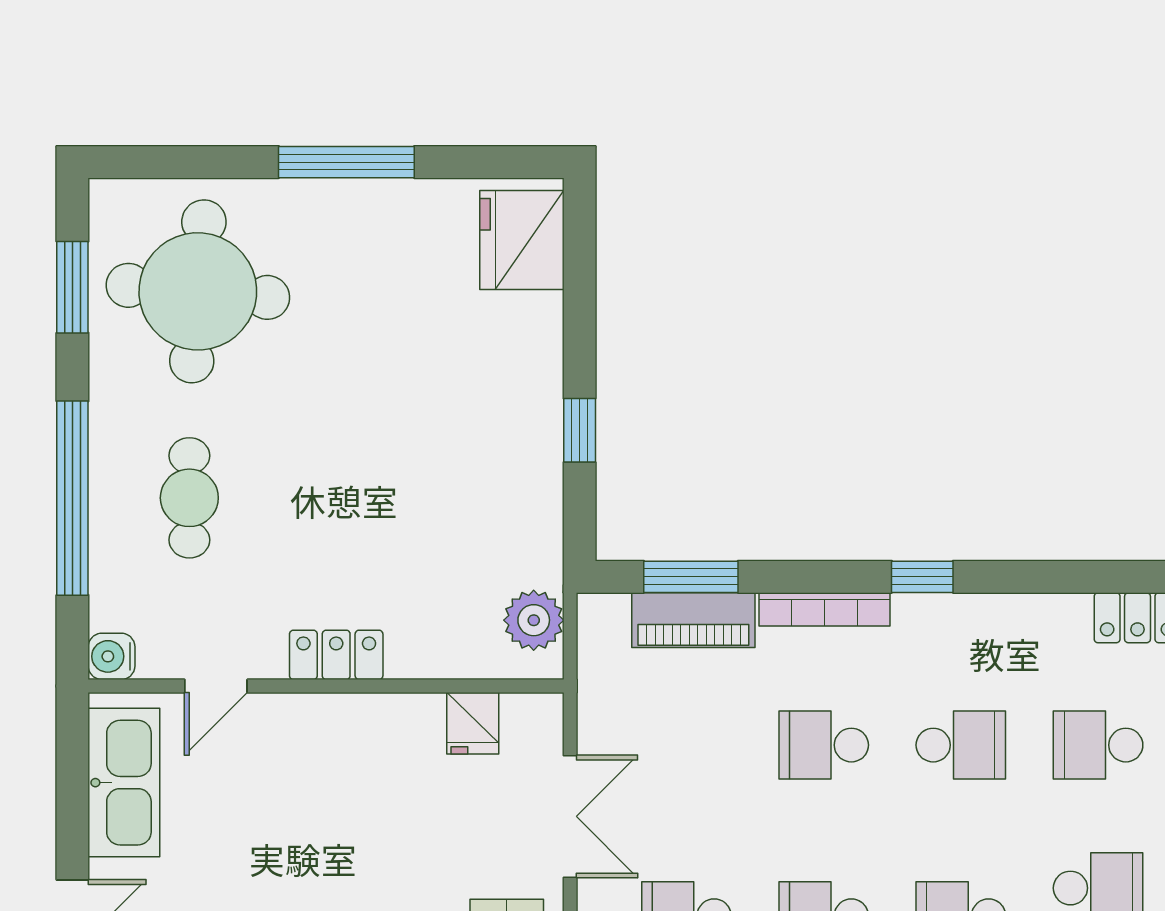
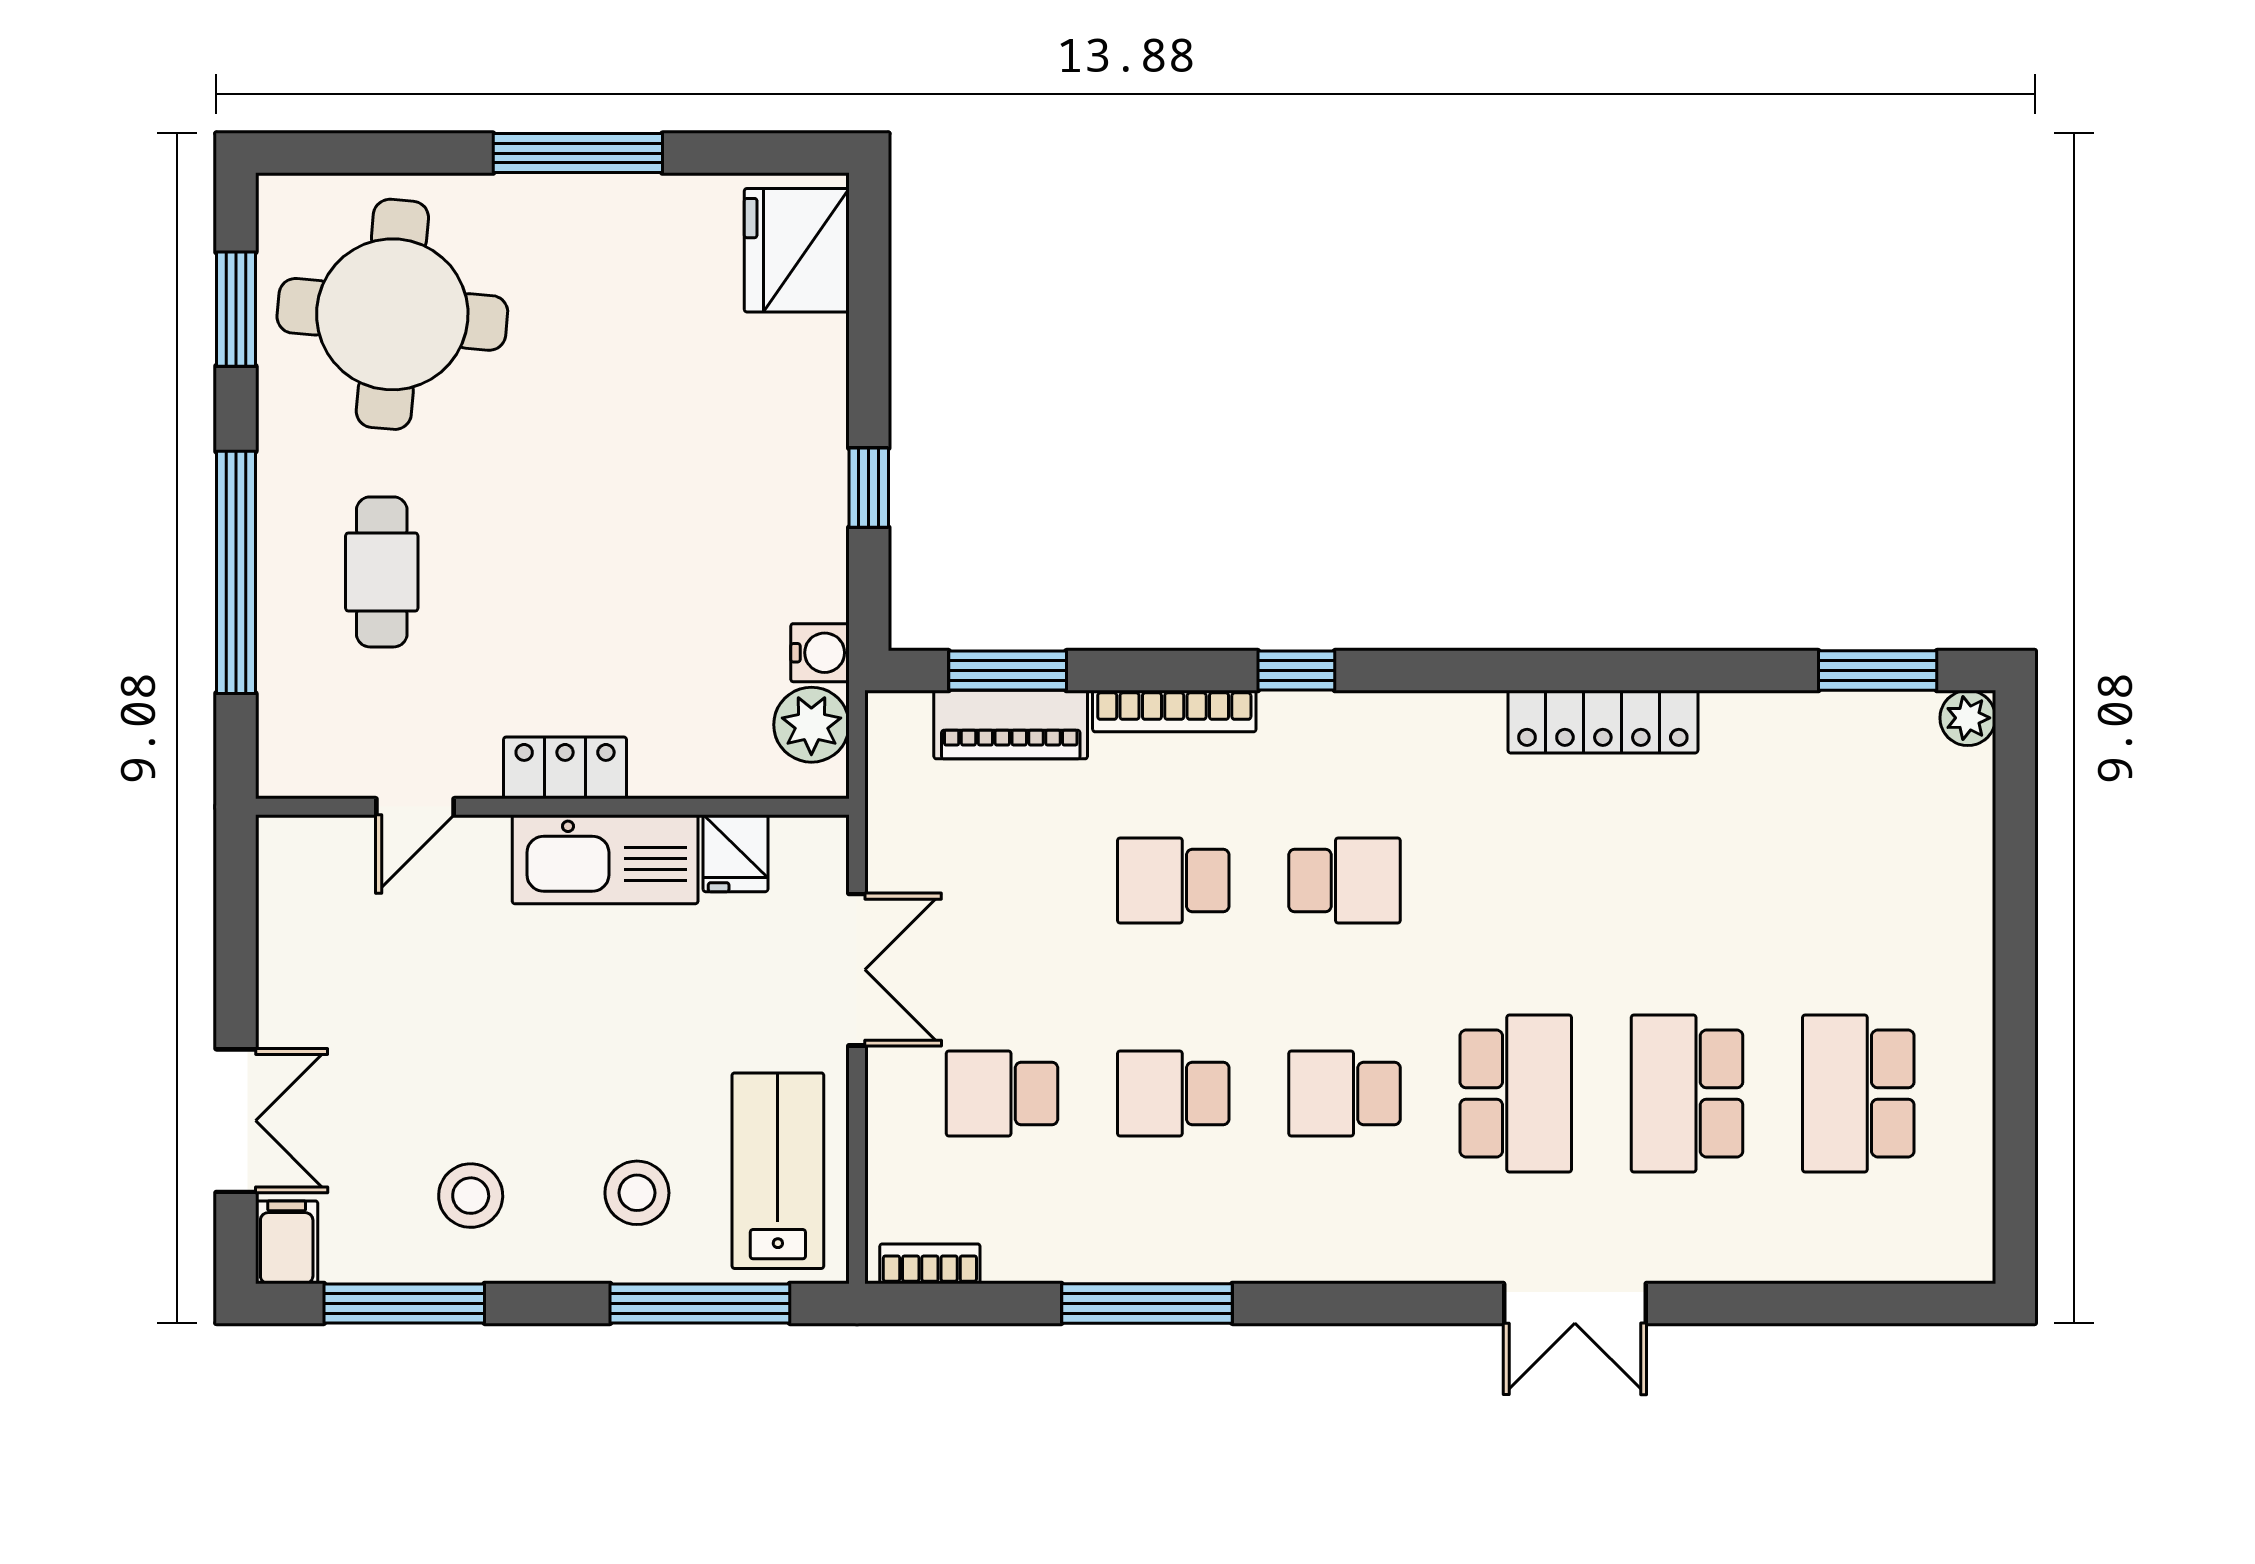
water cooler: (112, 656) -> (820, 653), moved, turned 180
school desk: (1098, 745) -> (1516, 880), removed
kitchen sink: (124, 783) -> (605, 859), moved, turned 90

